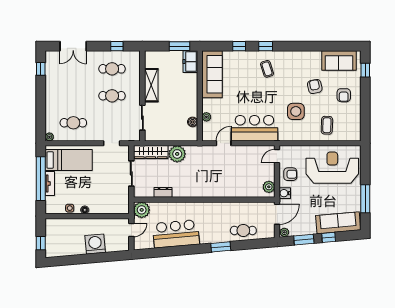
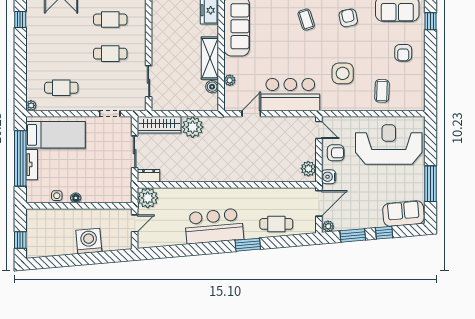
shelving: (151, 85) -> (210, 58), moved
armchair: (315, 86) -> (348, 18), moved
door: (277, 156) -> (319, 130), swing flipped
dresser: (163, 192) -> (149, 176), moved
sofa: (338, 223) -> (403, 214), width x0.73
bar counter: (176, 234) -> (214, 226), moved

